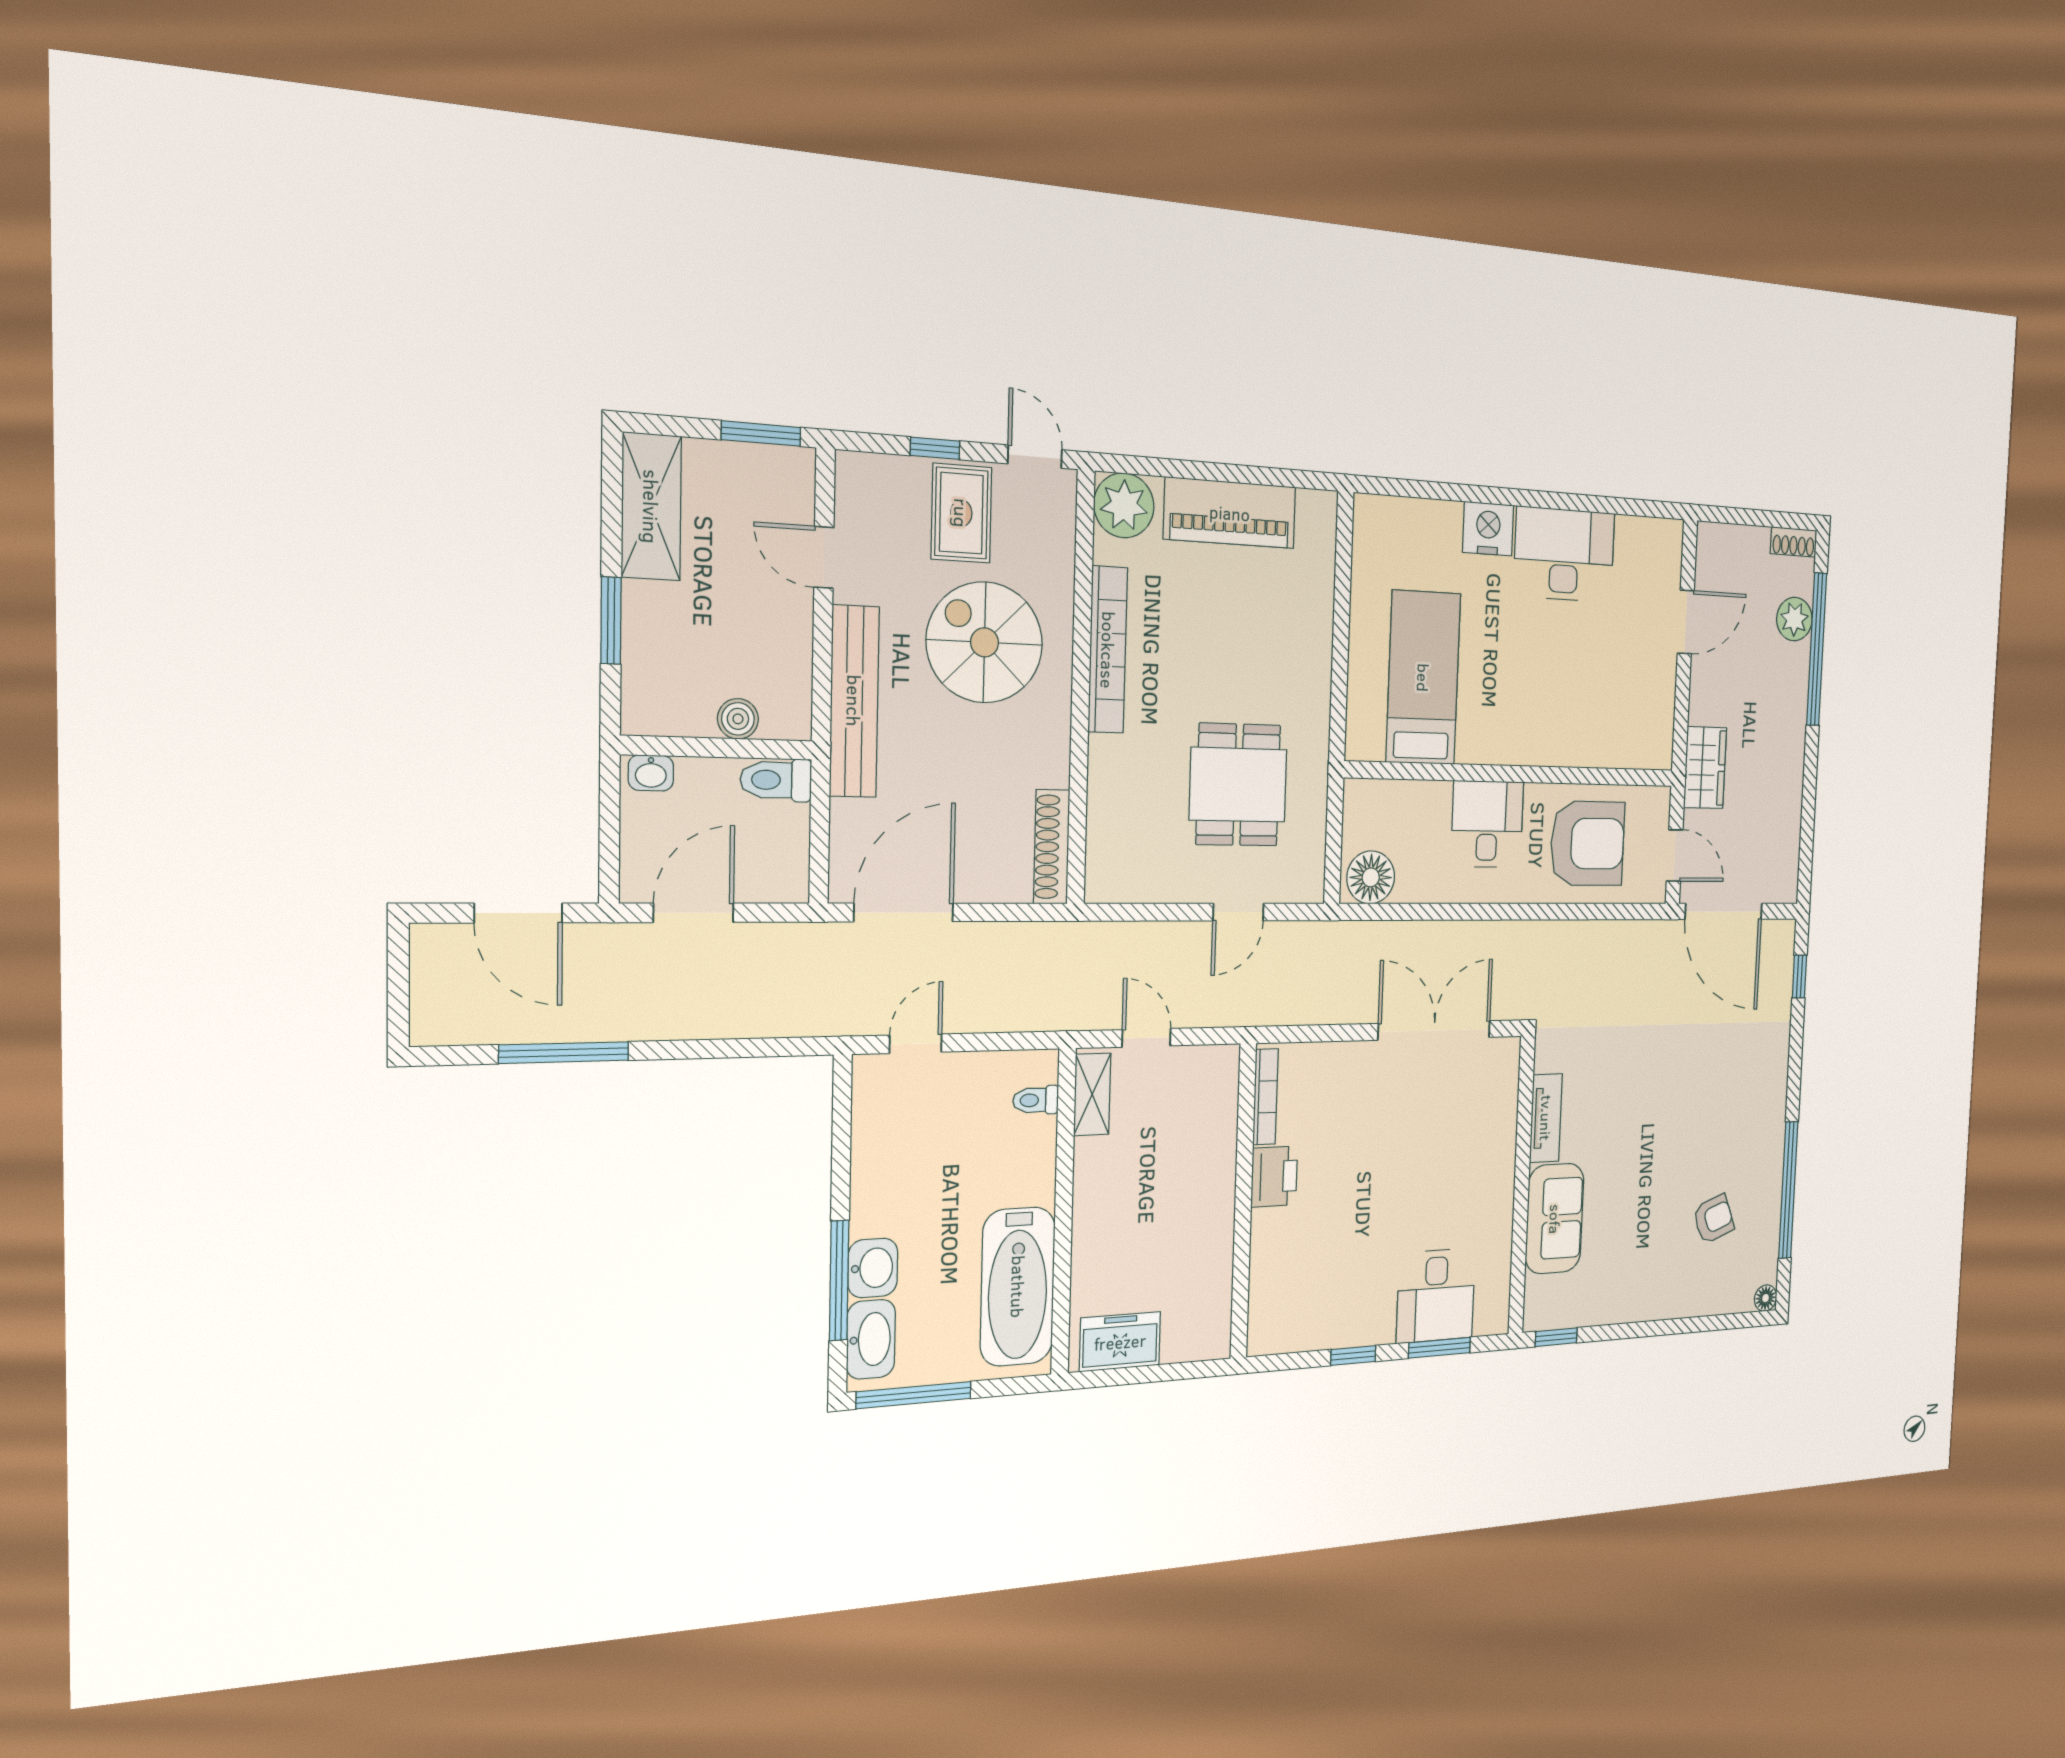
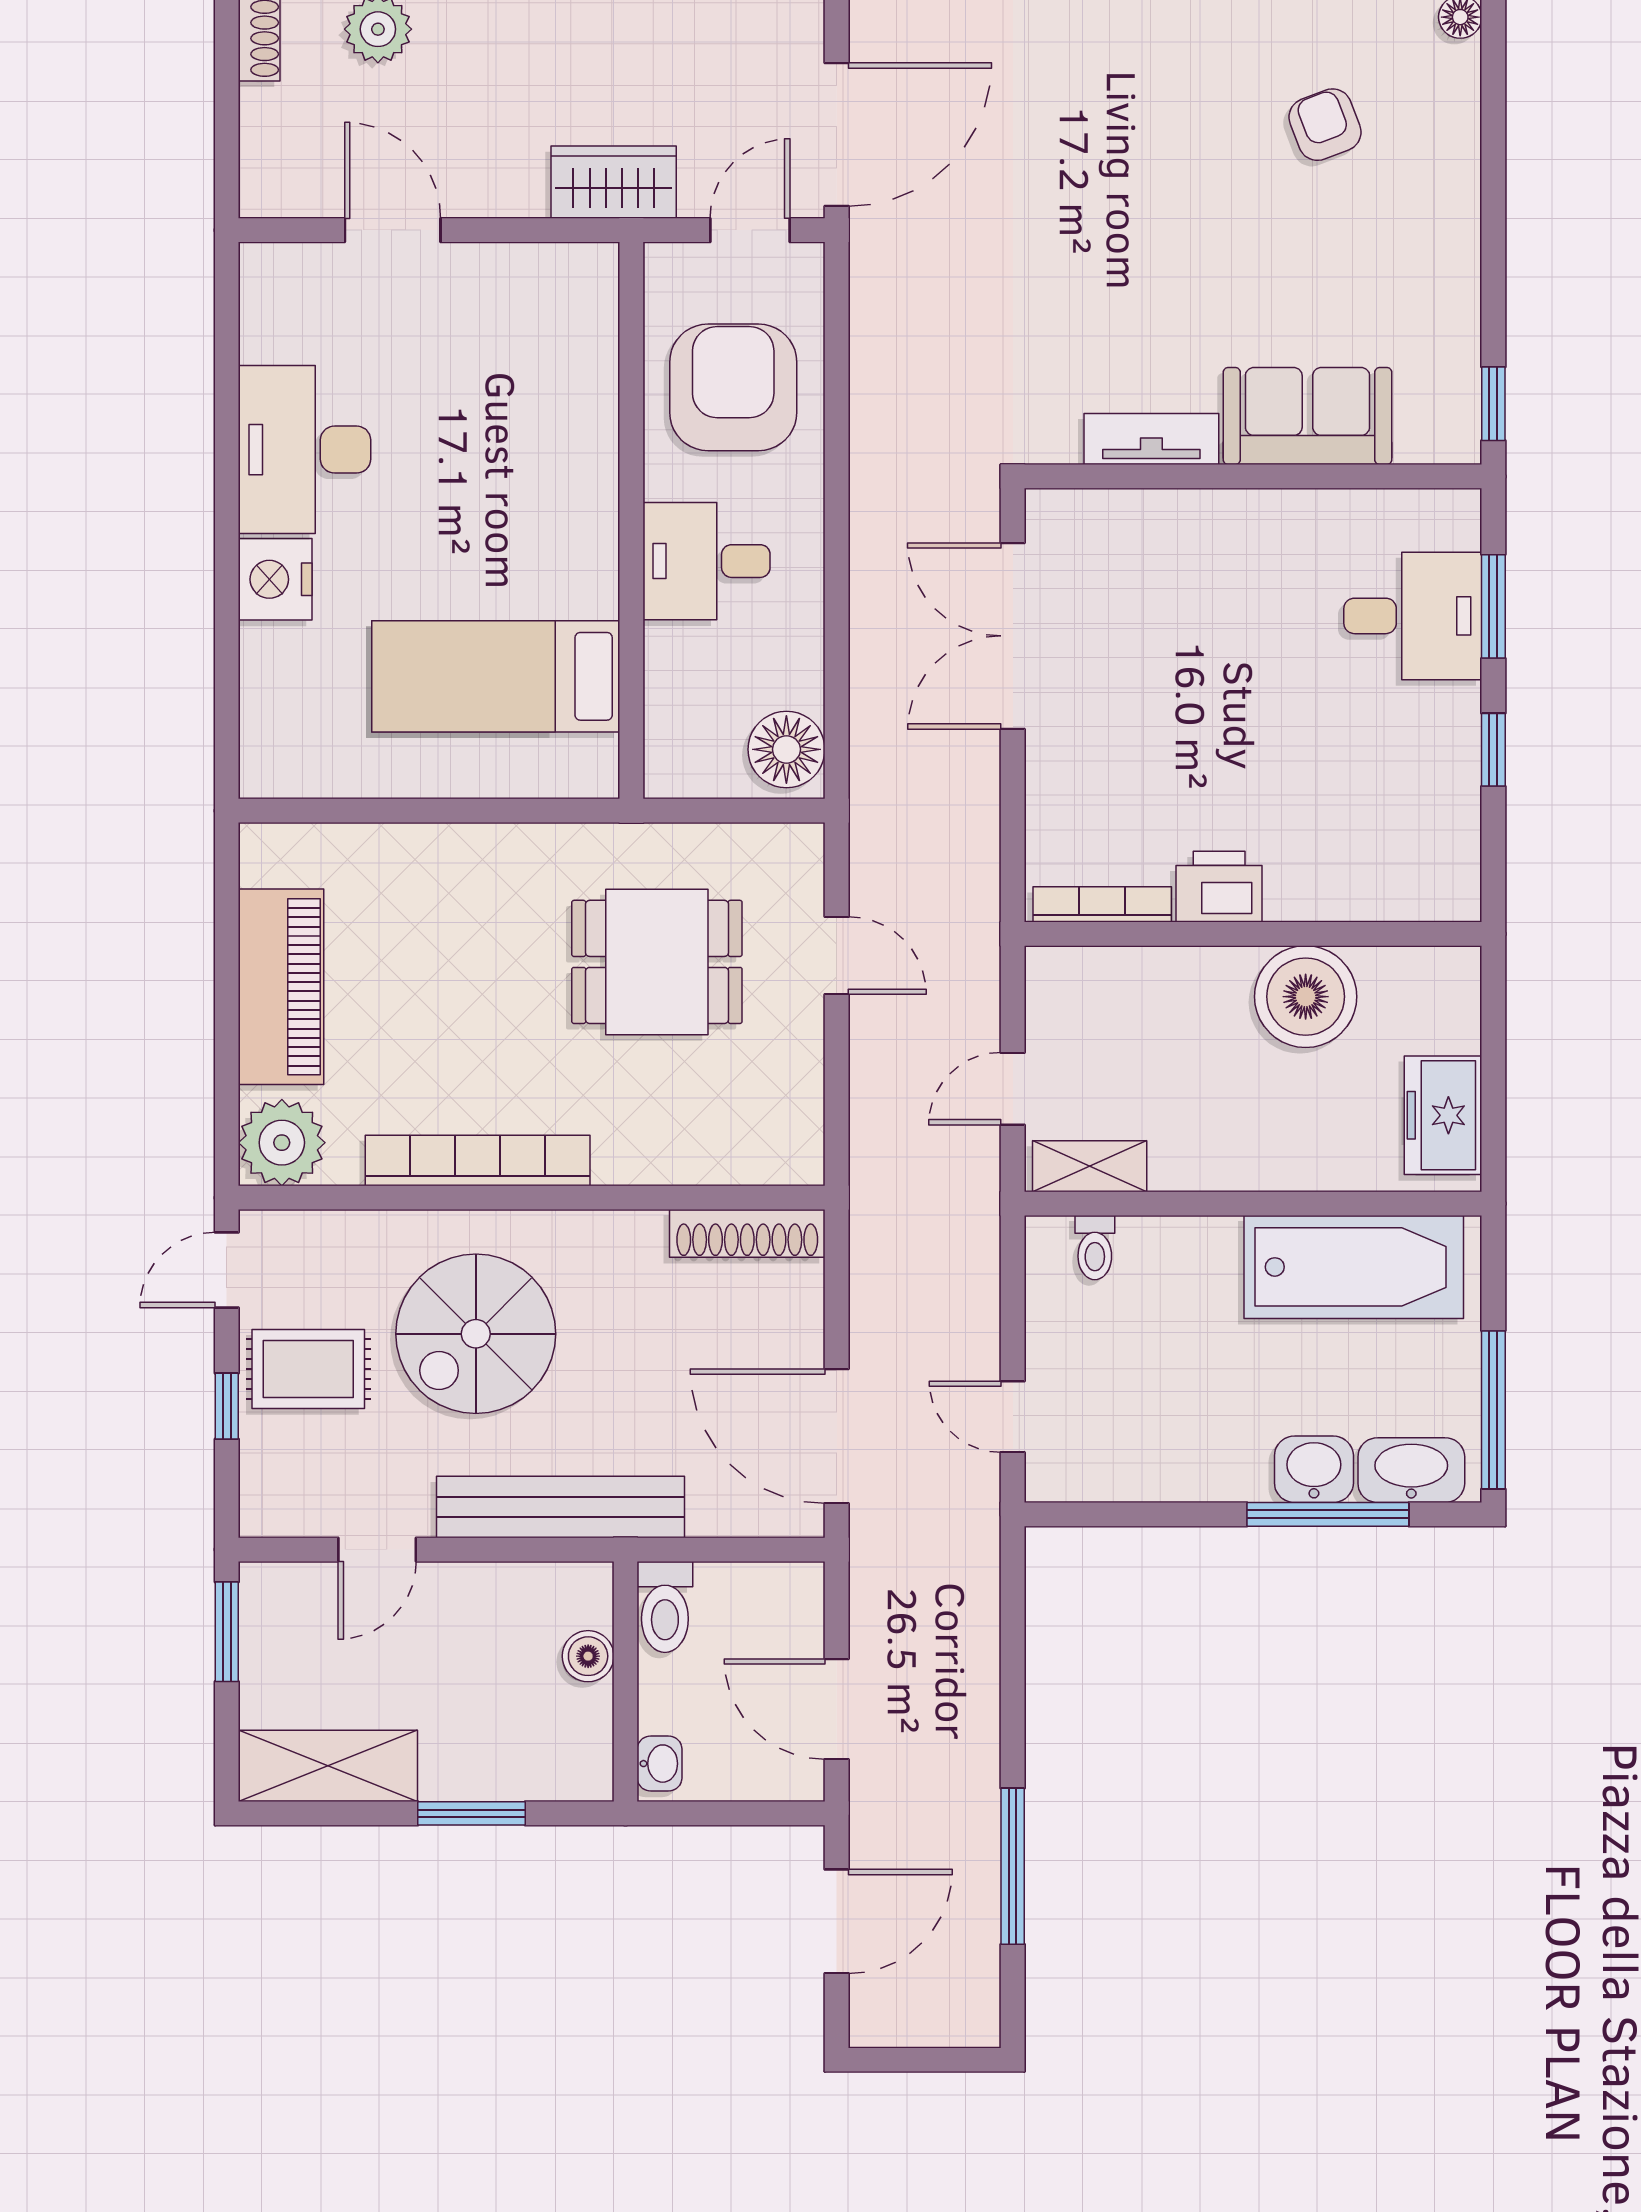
boiler: (1201, 1240) -> (1306, 997), added

